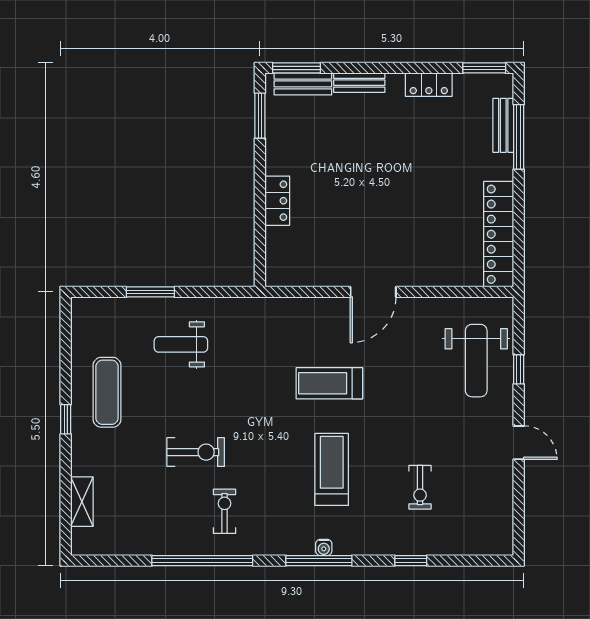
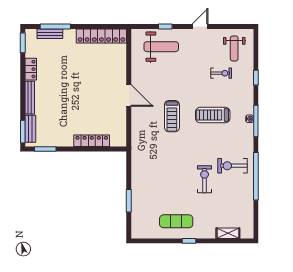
bench: (359, 83) -> (30, 98), width x1.36
locker: (277, 201) -> (92, 141), width x1.53
weight bench: (181, 344) -> (234, 48), moved
exercise bike: (225, 511) -> (233, 166), width x1.38, depth x1.39

